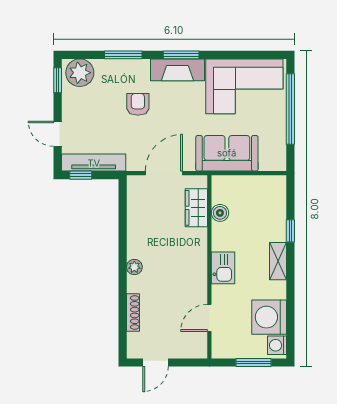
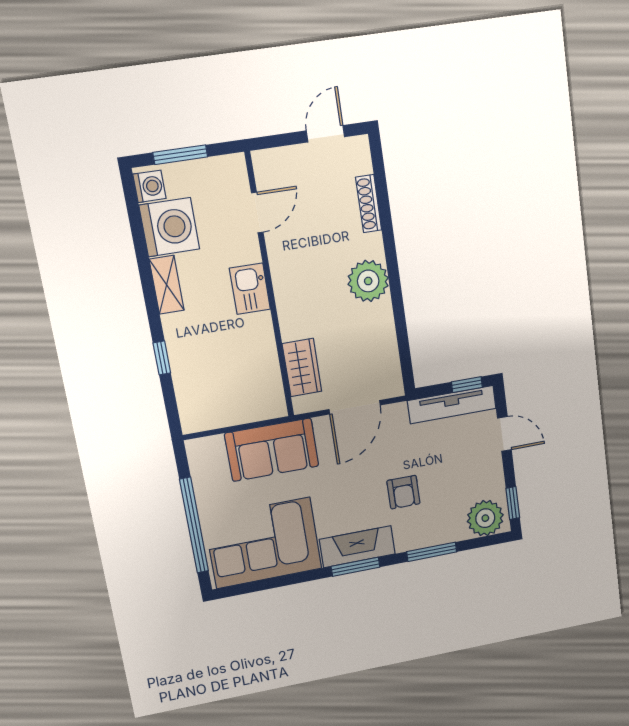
boiler: (220, 213) -> (268, 366), removed
shelving: (278, 261) -> (167, 285), moved
plant: (134, 267) -> (368, 281), width x1.87, depth x1.87

